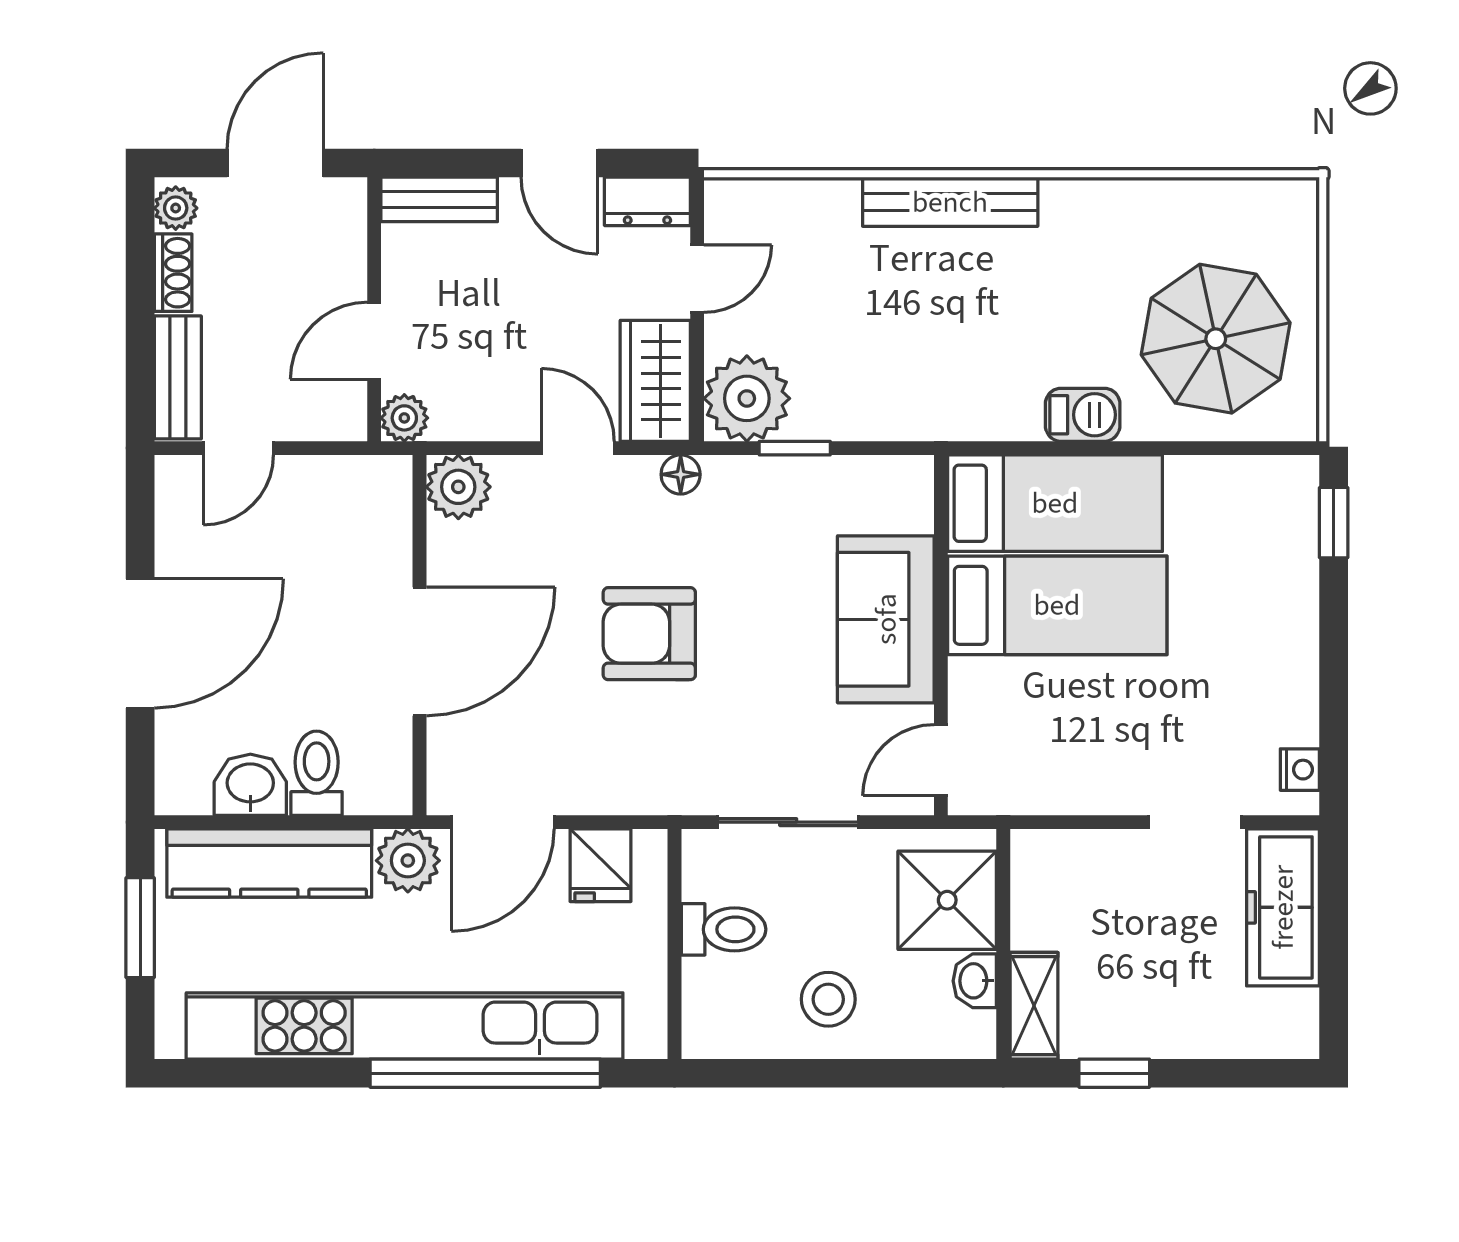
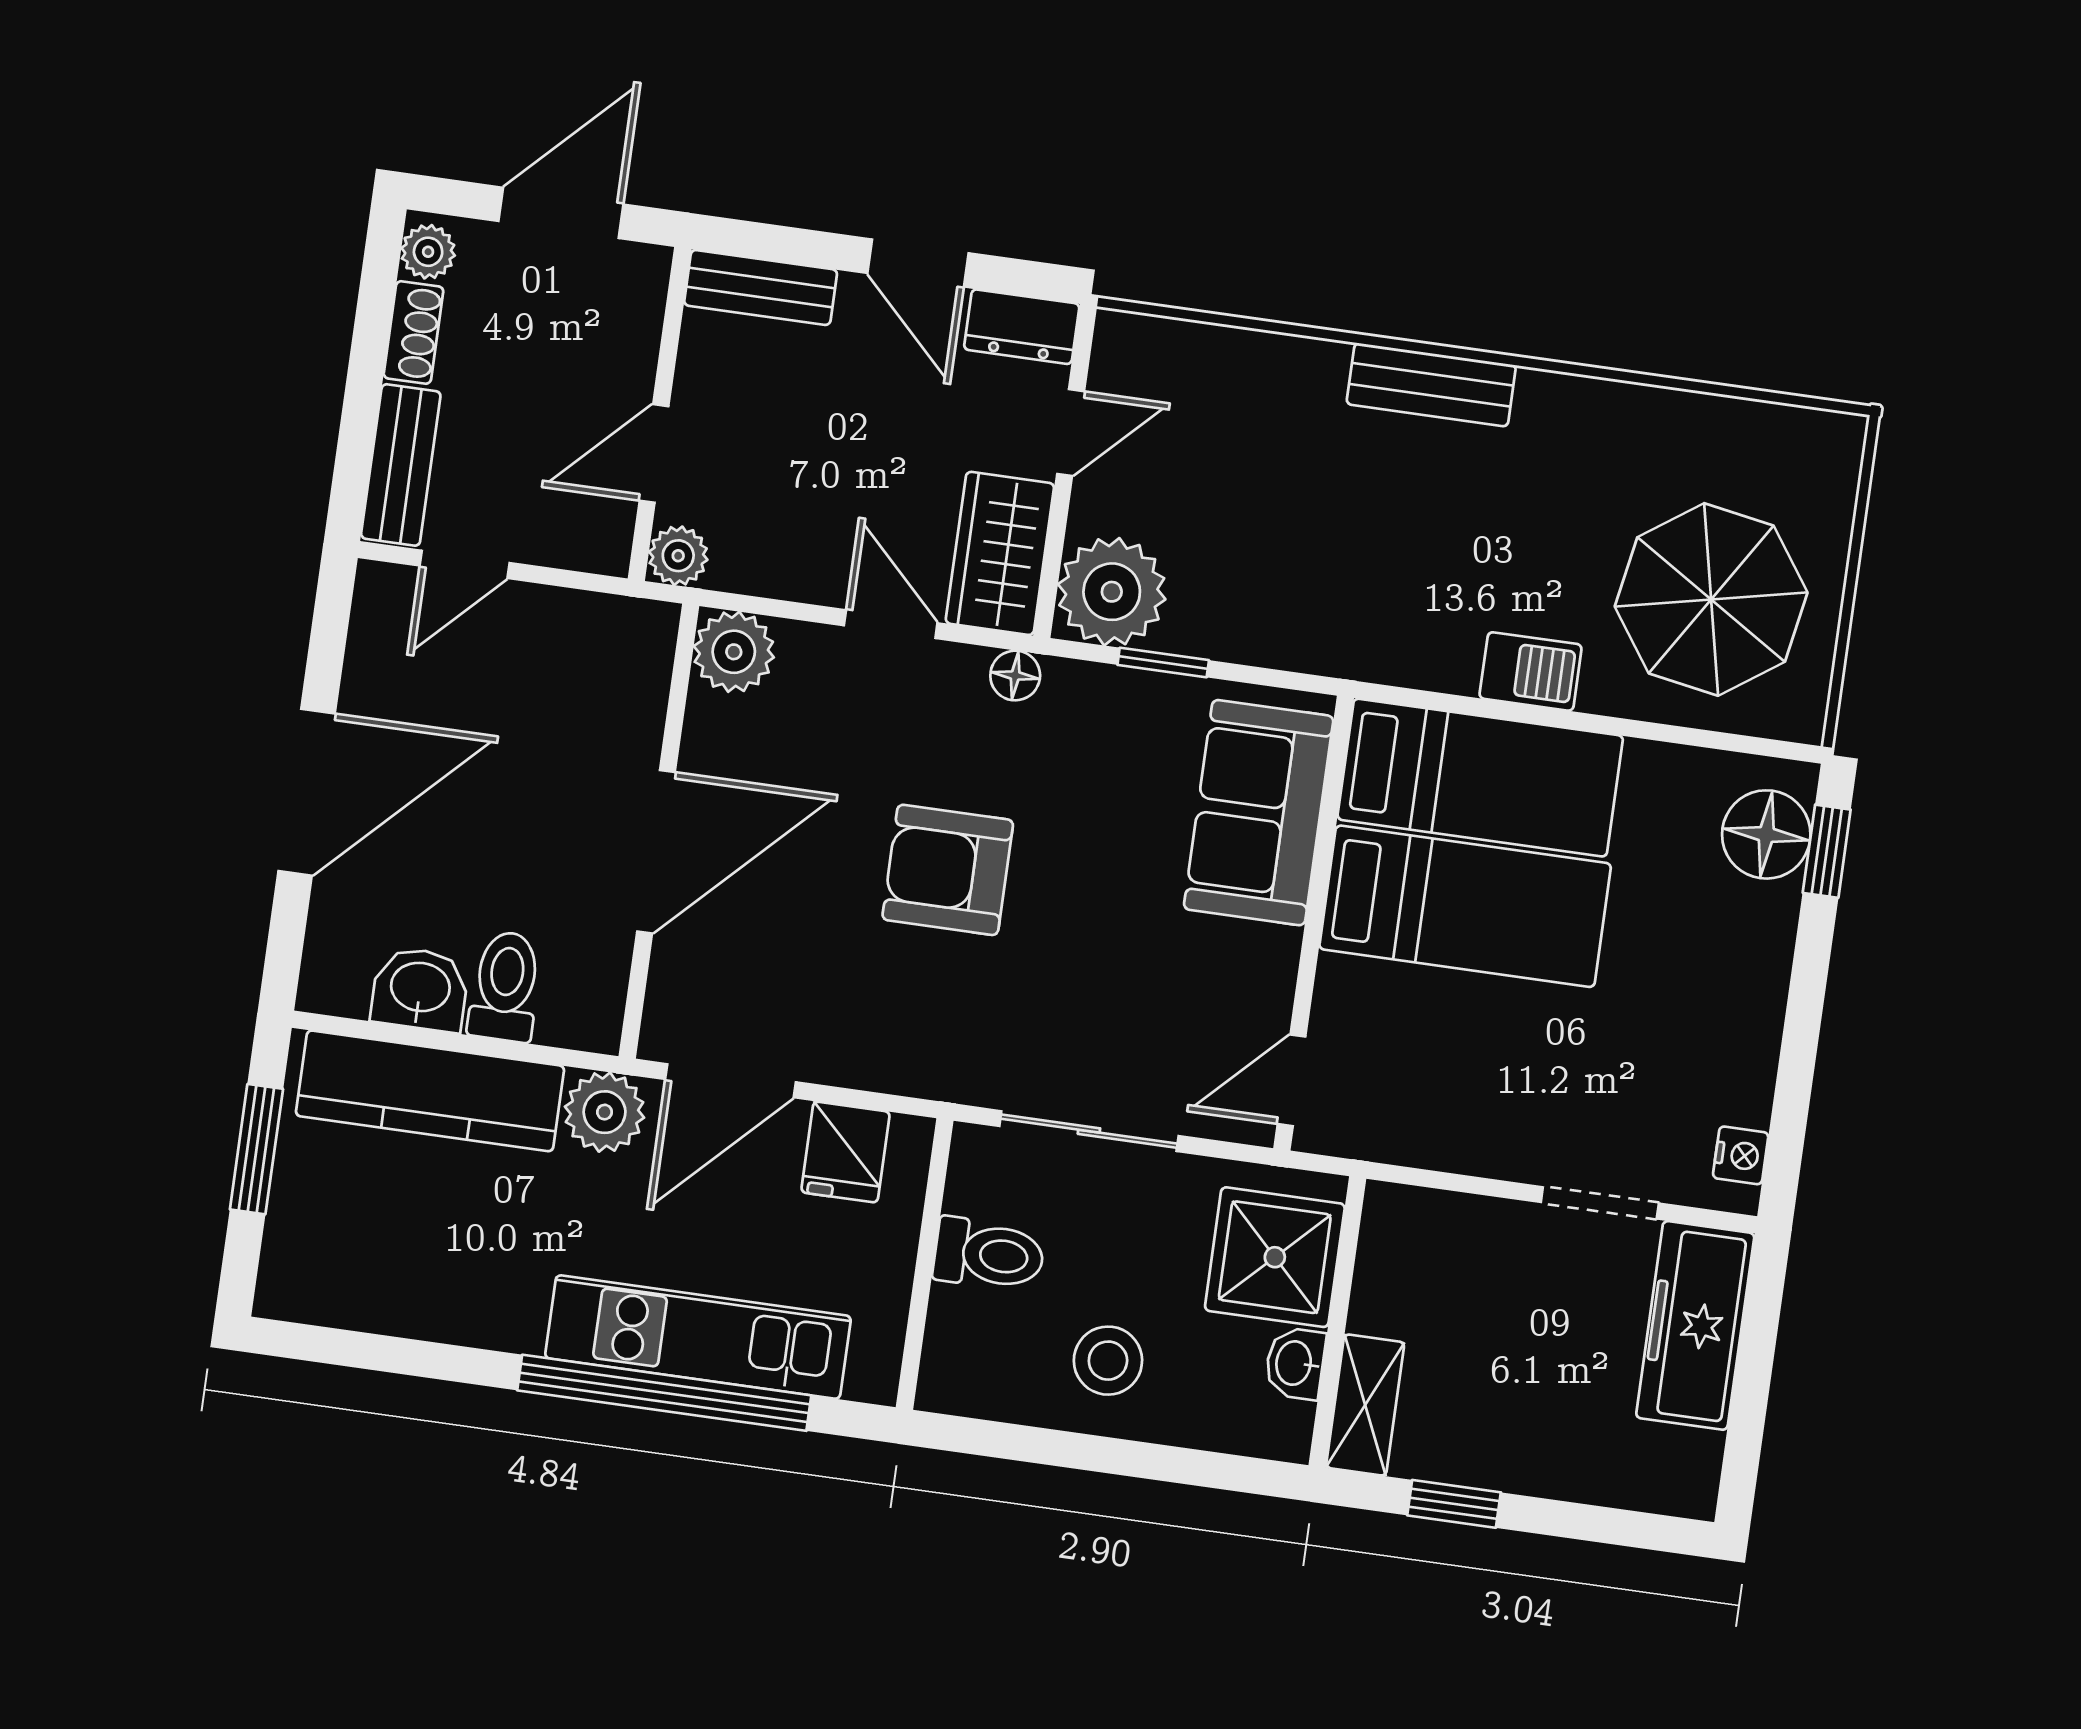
bench: (950, 202) -> (1431, 385), width x0.73
floor lamp: (1285, 516) -> (1766, 834), added
sofa: (886, 619) -> (1259, 813), moved
kitchen unit: (405, 1026) -> (698, 1337), width x0.54

